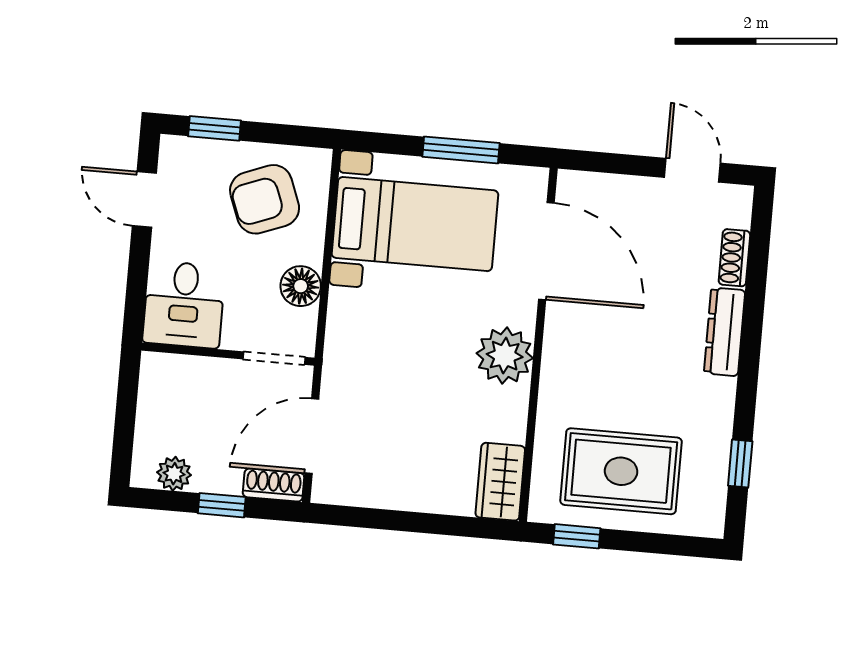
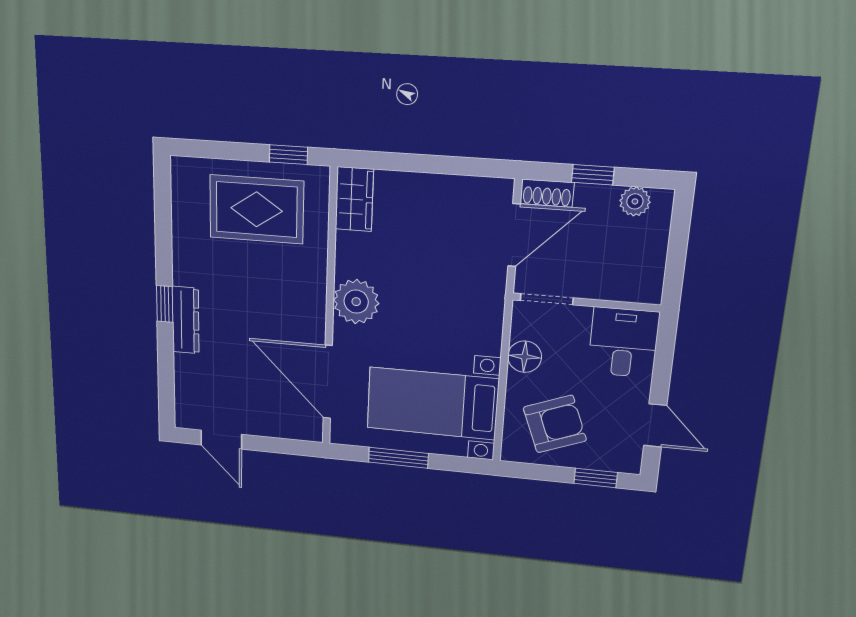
shoe rack: (734, 258) -> (184, 376), removed
window: (740, 463) -> (165, 304), moved

